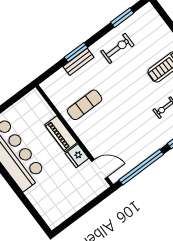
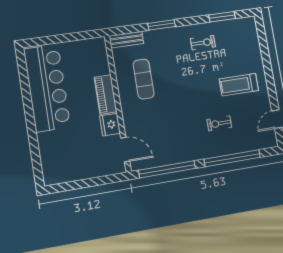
exercise bike: (117, 48) -> (203, 43), width x0.73, depth x0.72
bench: (78, 62) -> (126, 40), moved
exercise mat: (85, 105) -> (144, 79), turned 90

